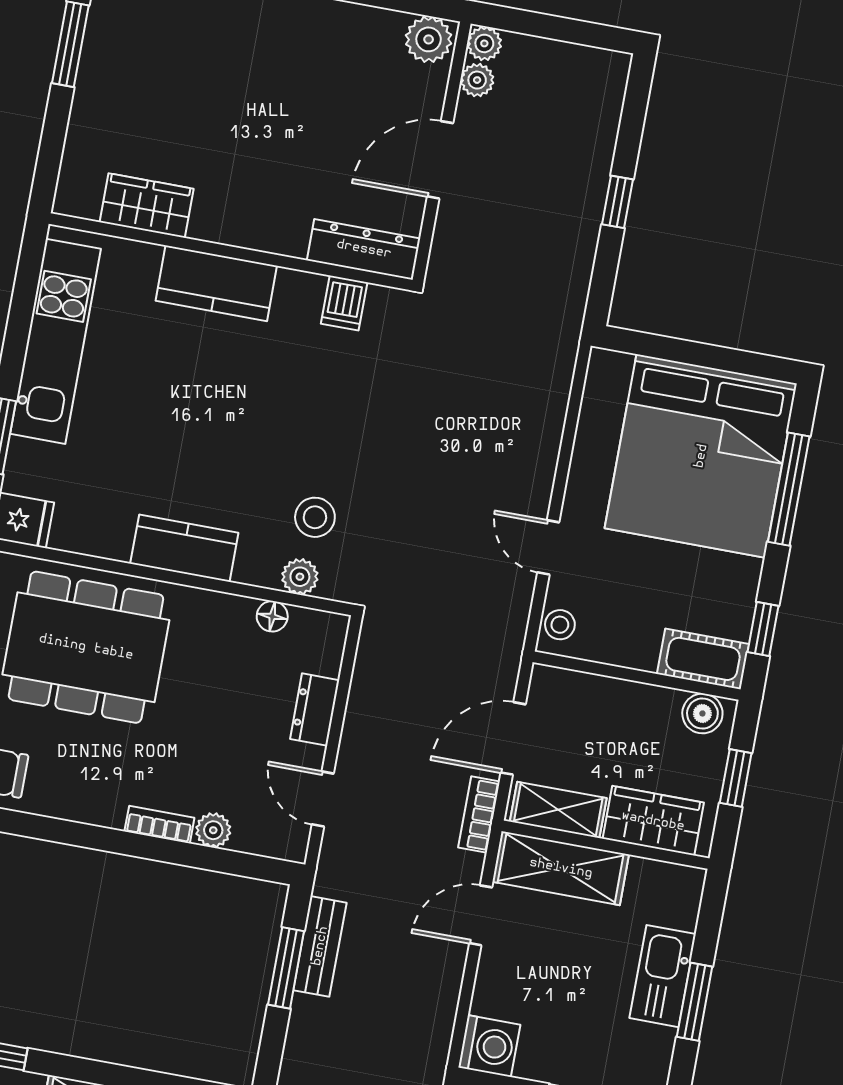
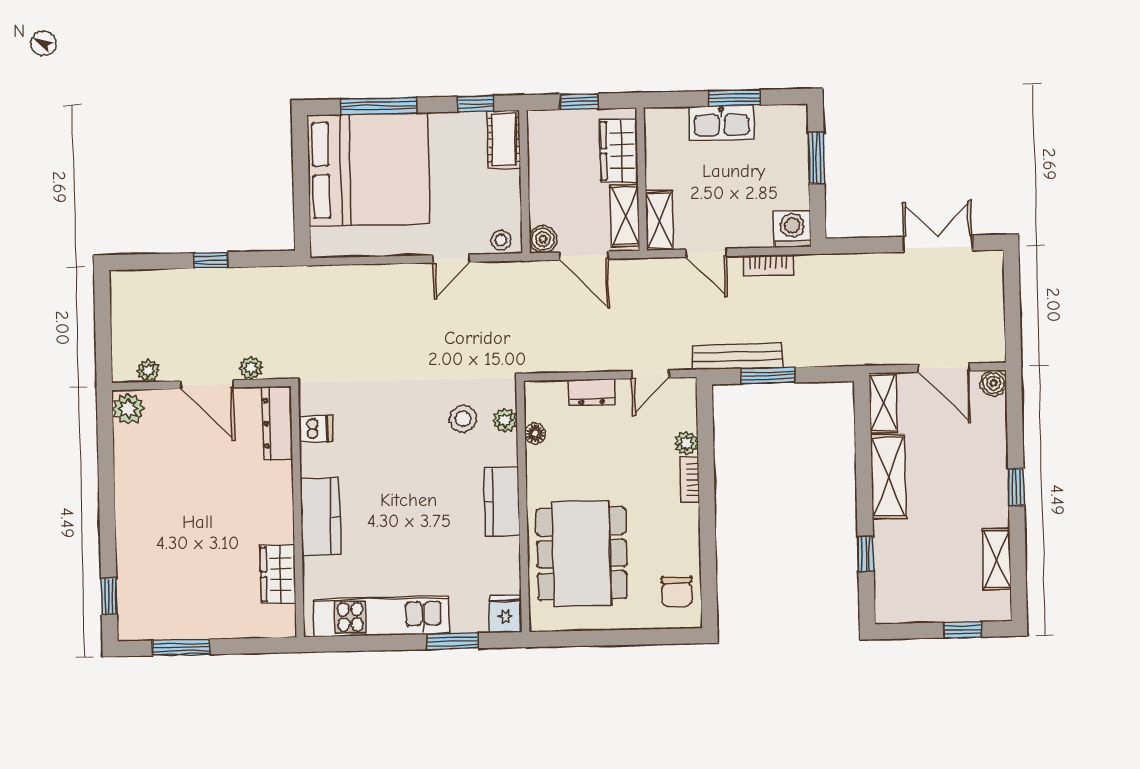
plant: (484, 43) -> (251, 368), moved
boiler: (702, 713) -> (543, 239), moved
bookcase: (479, 815) -> (768, 265), moved
shelving: (561, 868) -> (659, 221), width x0.67, depth x0.75
bench: (320, 946) -> (737, 356), width x1.36

